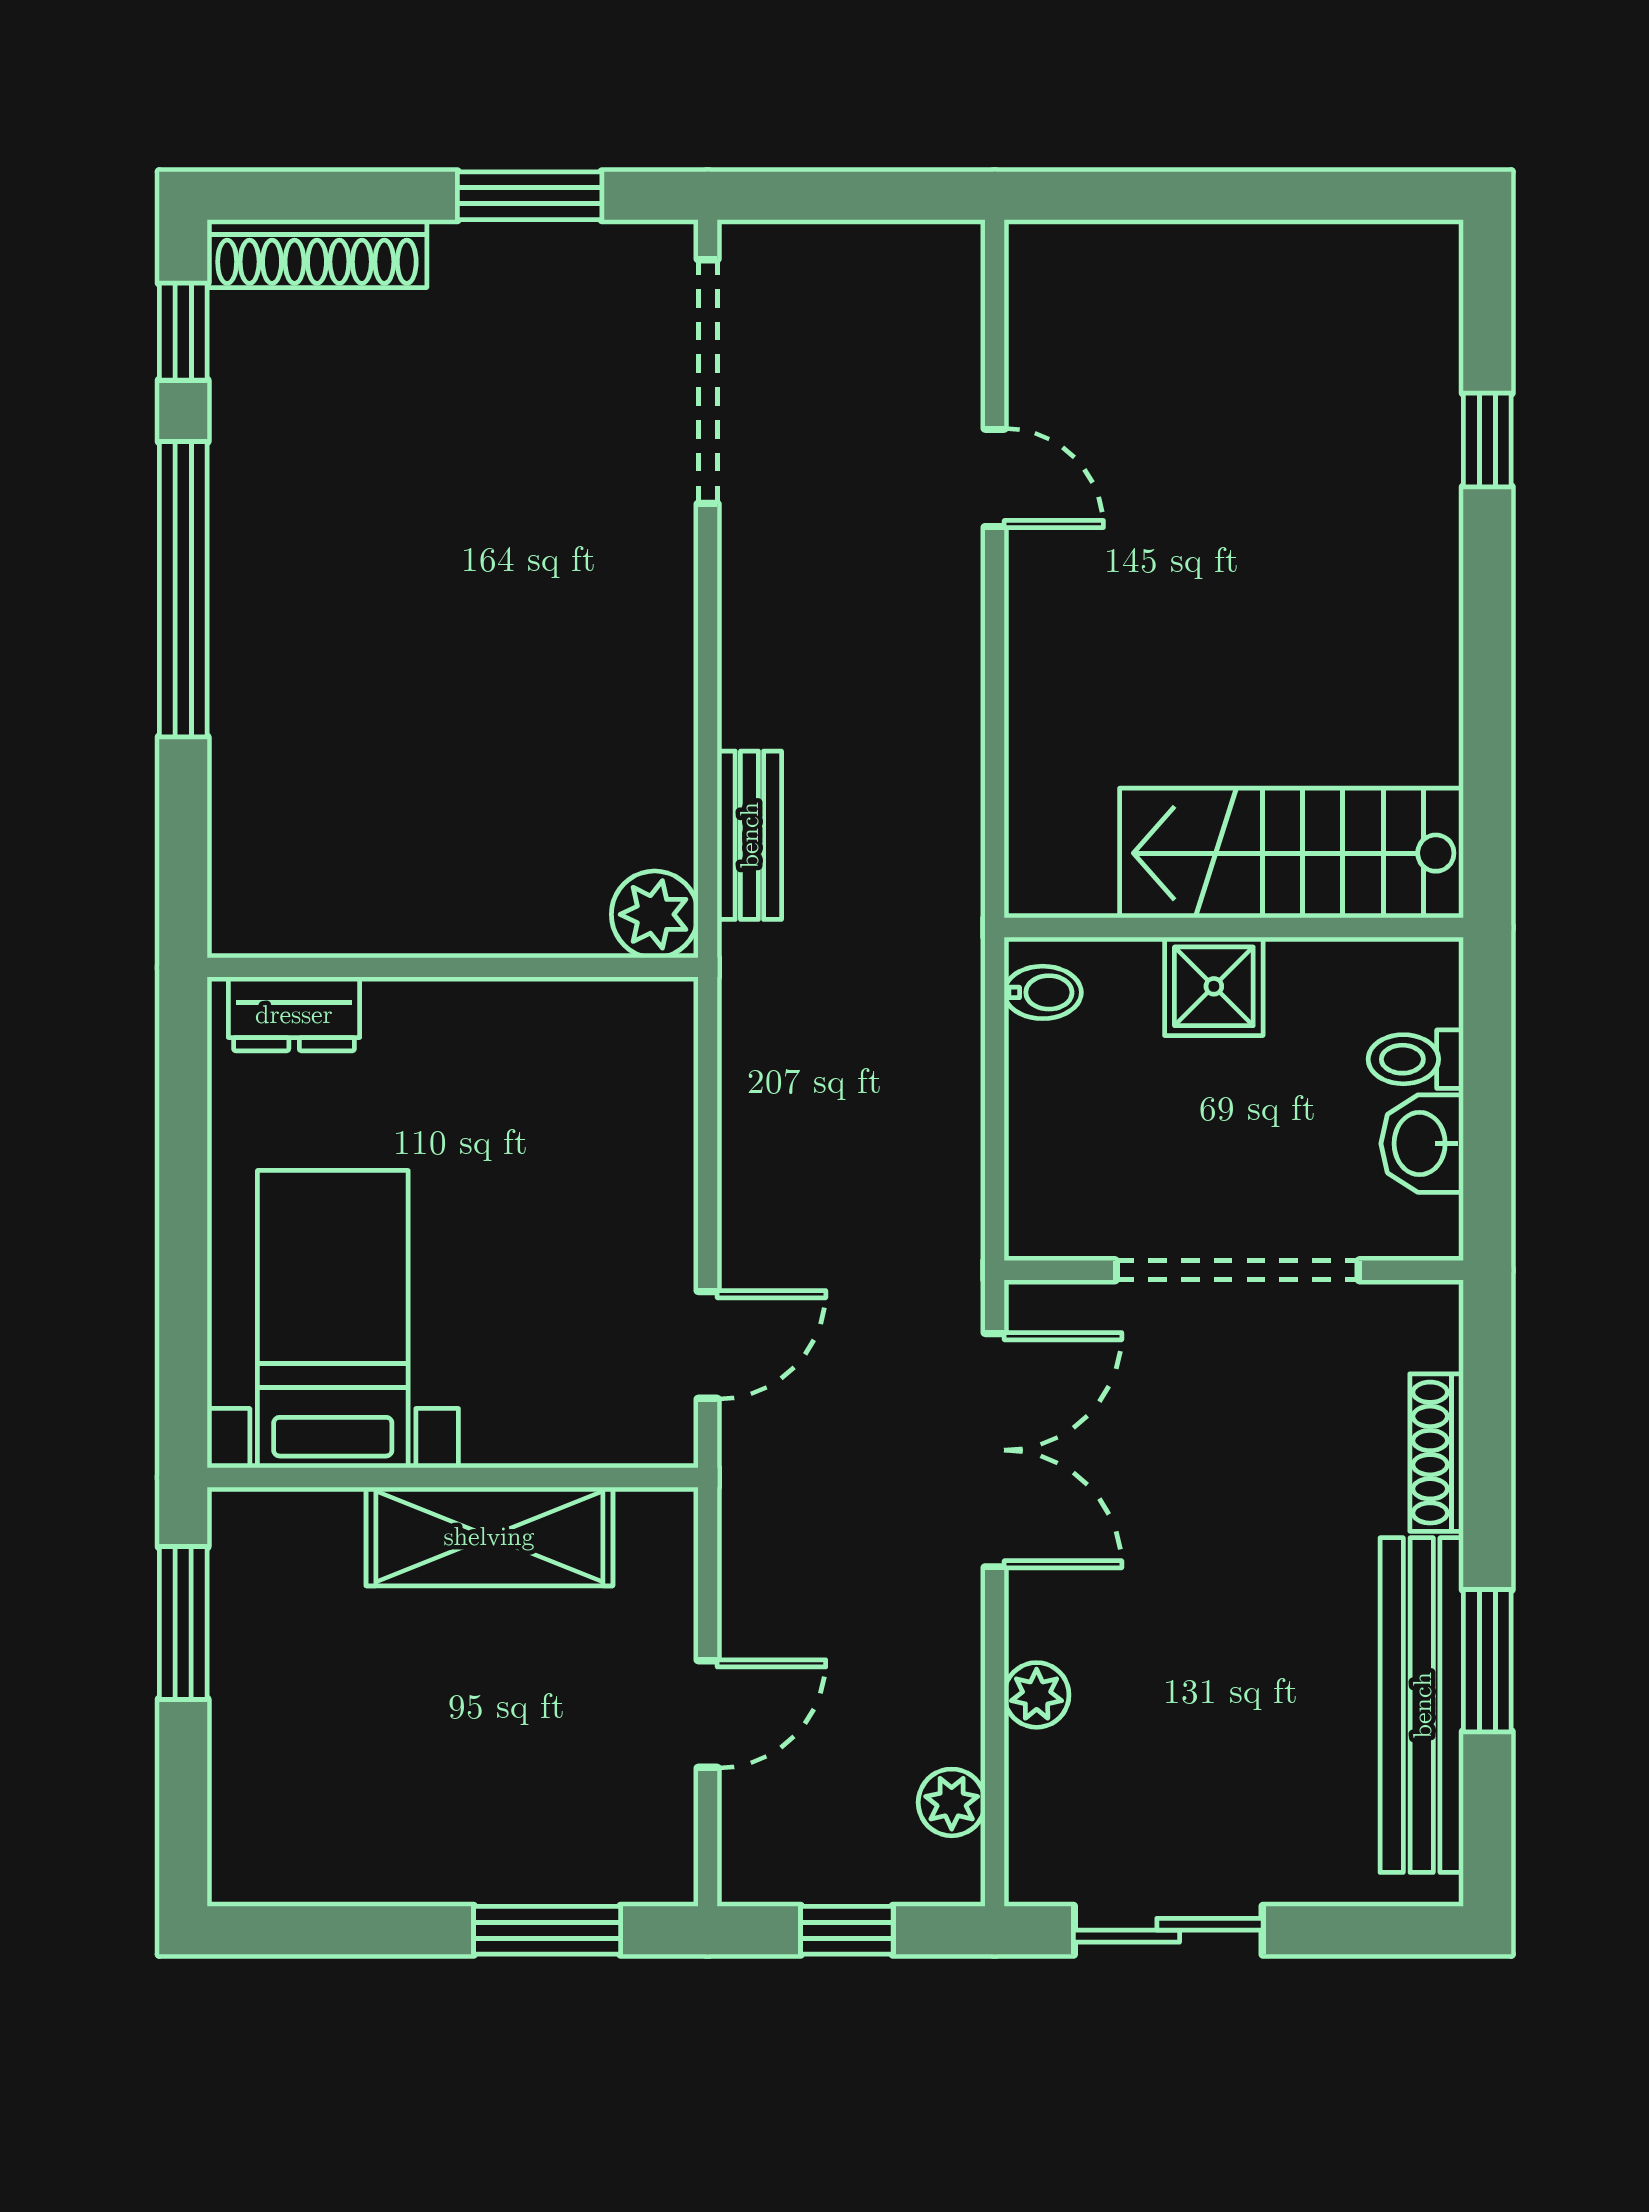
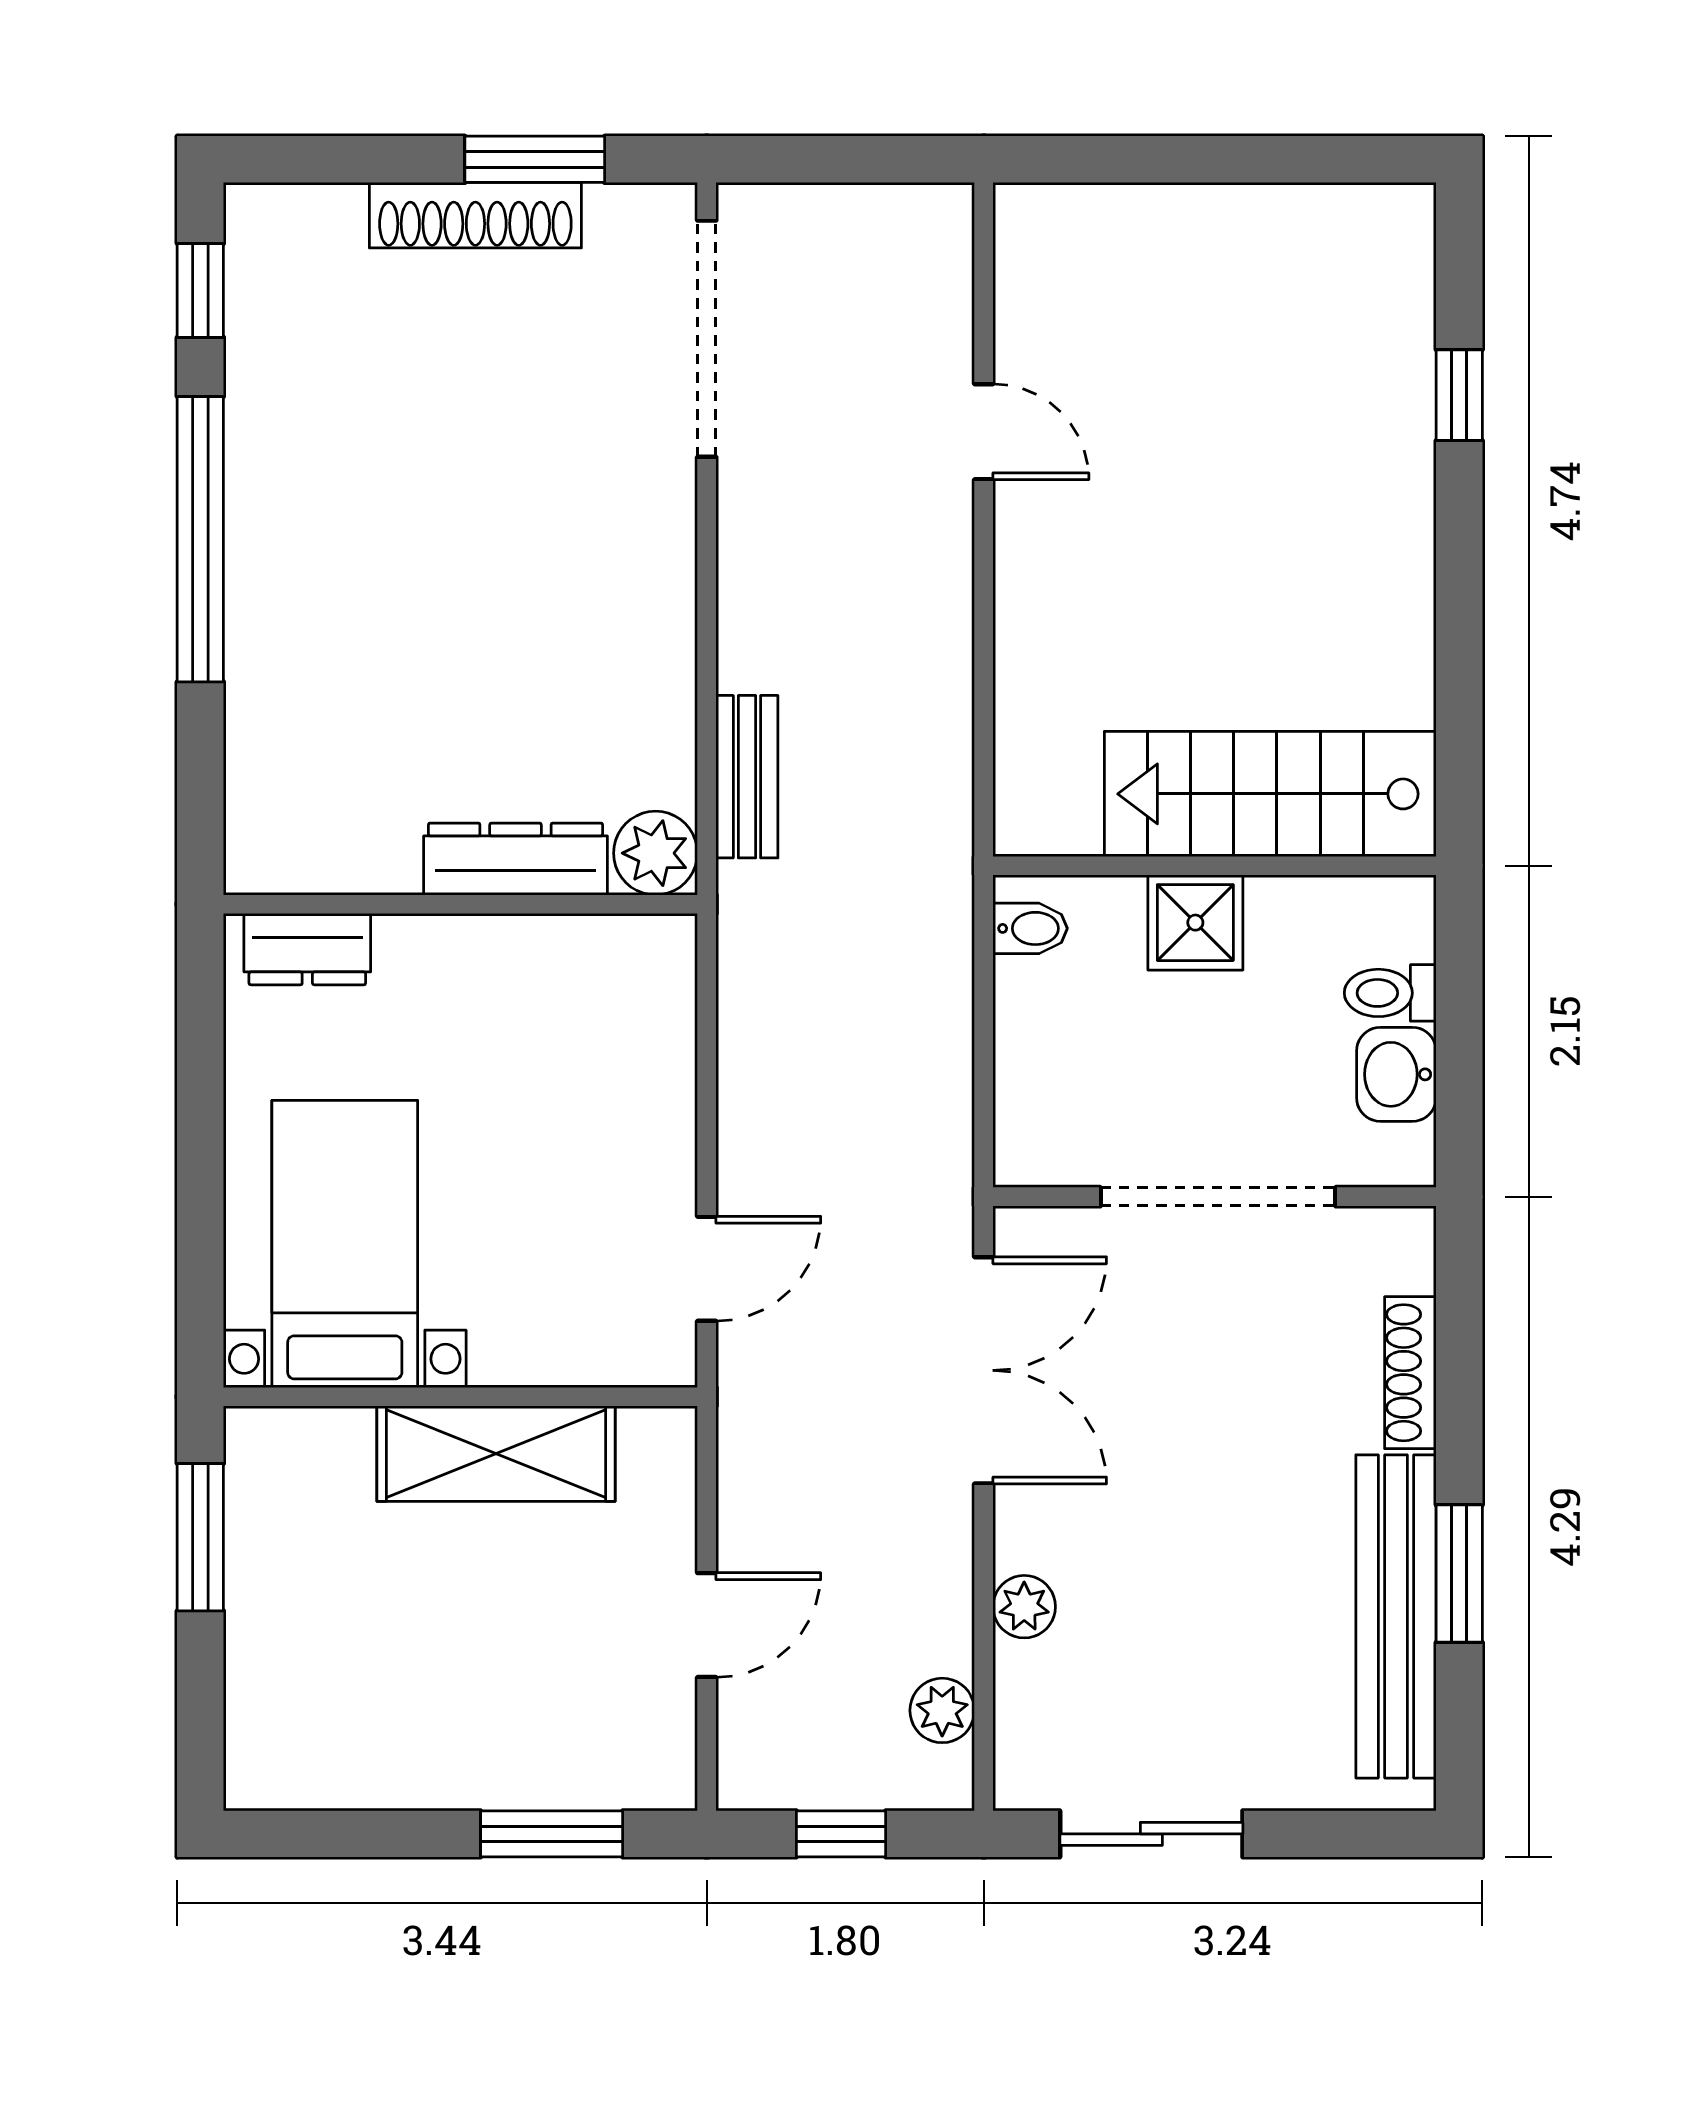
shoe rack: (317, 254) -> (475, 215), moved
dresser: (510, 921) -> (515, 859), added

